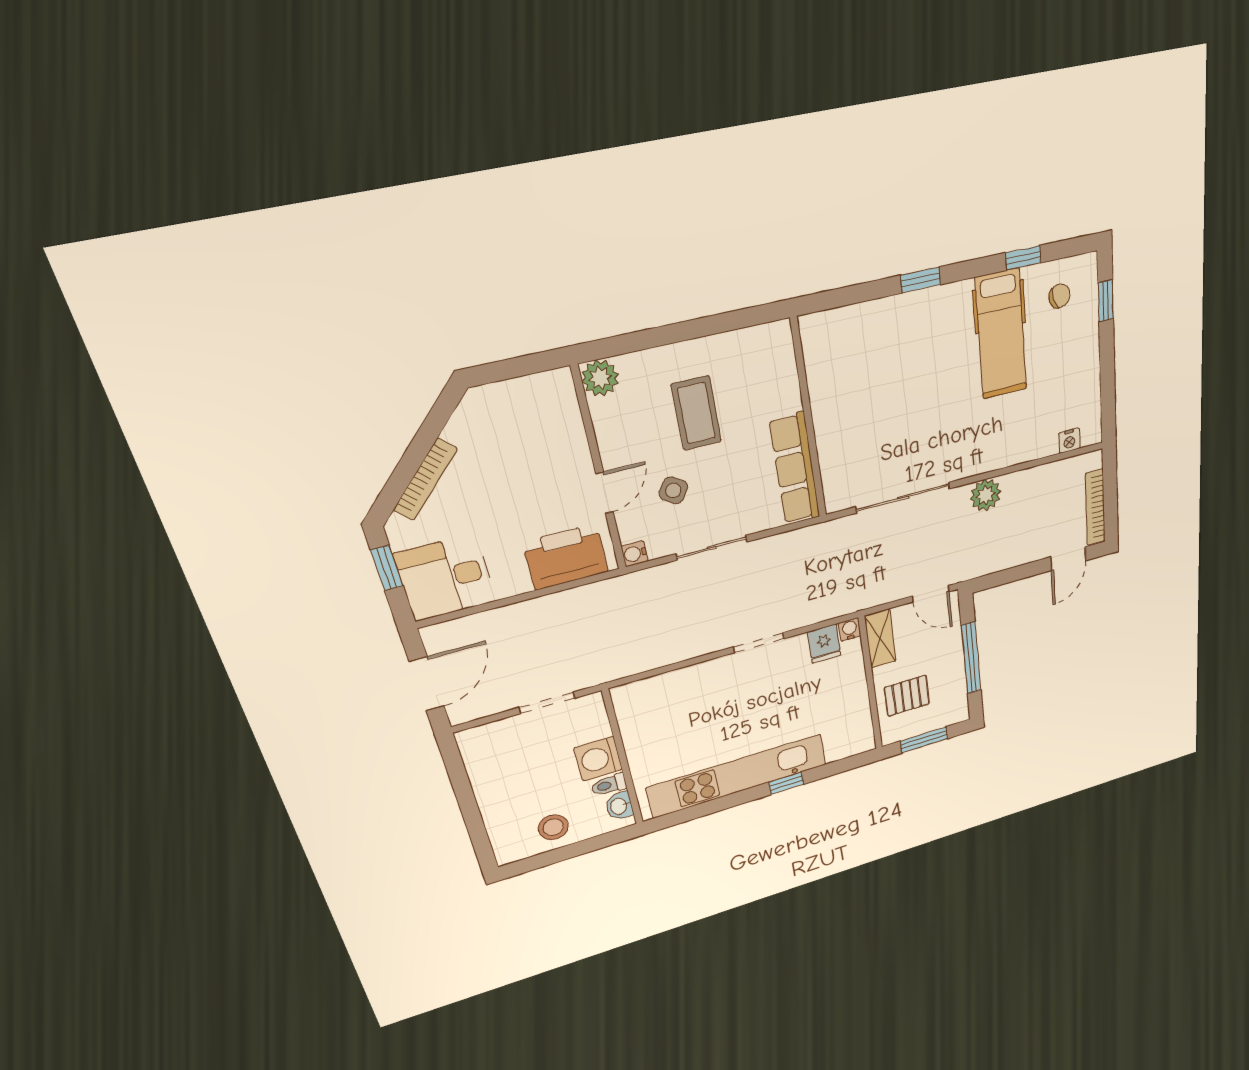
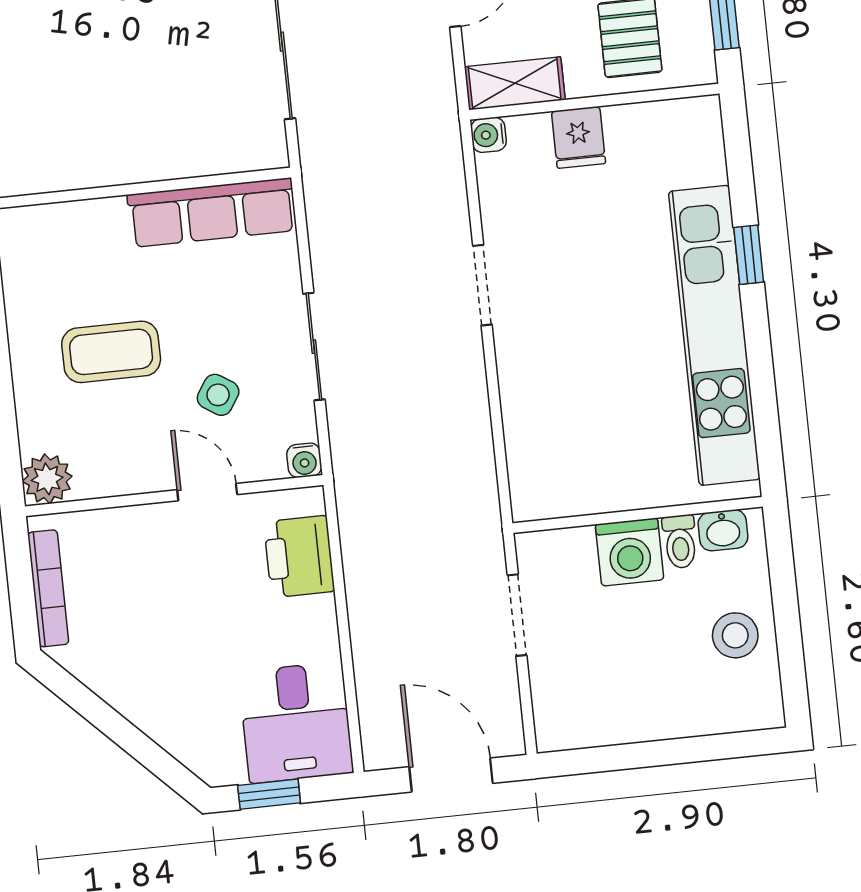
bookcase: (425, 479) -> (48, 588), moved, turned 45
printer: (566, 557) -> (299, 557), width x0.73, depth x0.84
fridge: (824, 644) -> (579, 137), moved, turned 90

